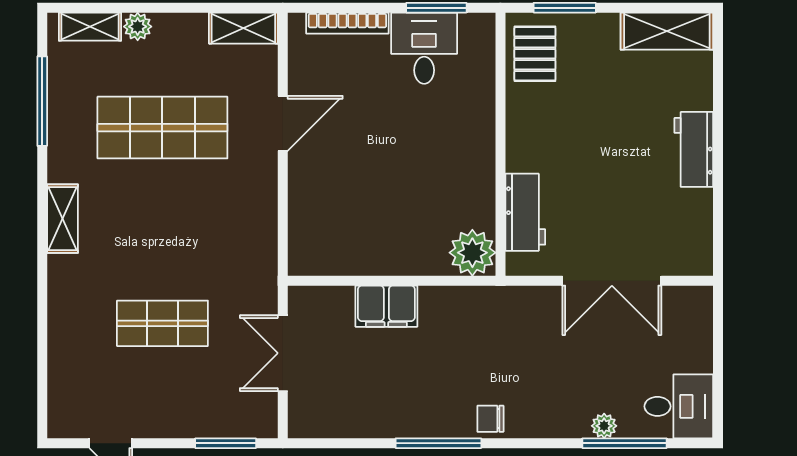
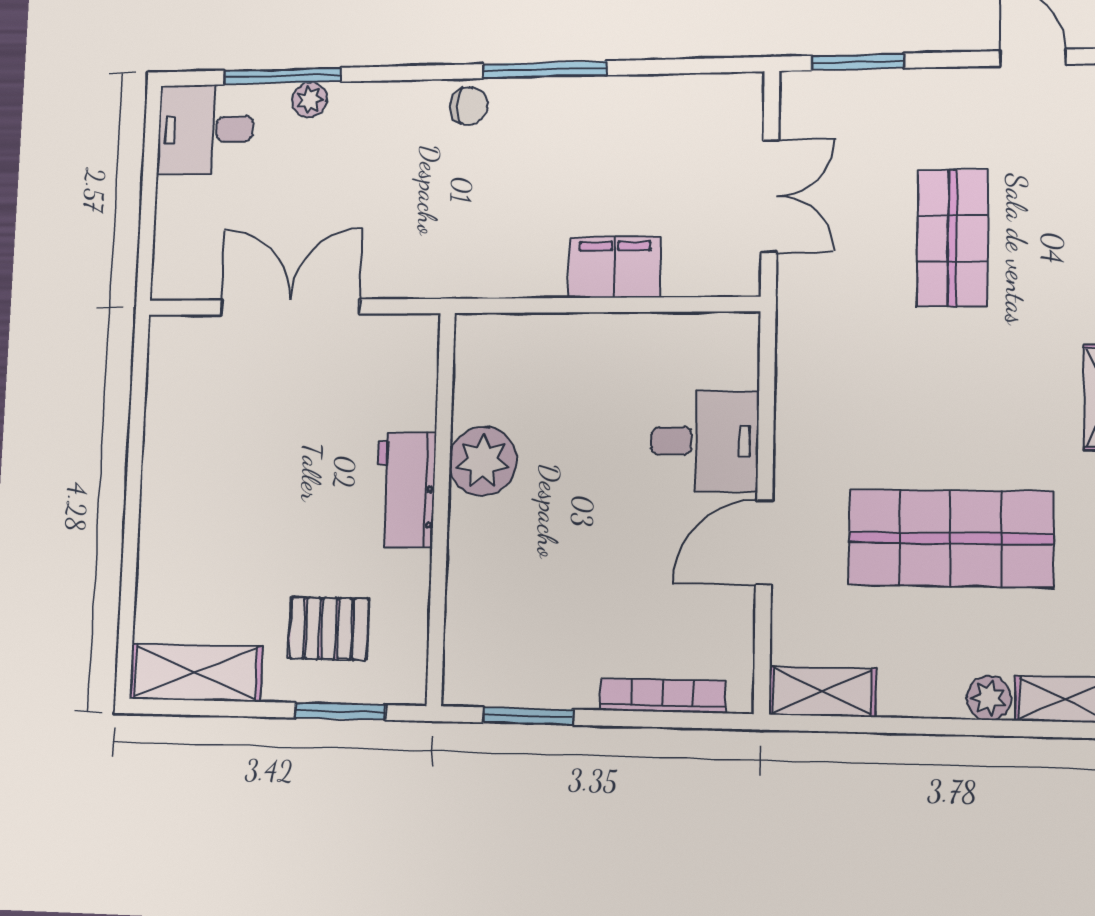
desk: (424, 48) -> (705, 441), moved, turned -90
pallet: (535, 54) -> (329, 628), moved, turned 90
workbench: (694, 149) -> (166, 497), removed
workbench: (525, 212) -> (406, 490), moved
plant: (472, 253) -> (483, 461), moved
shop shelf: (162, 323) -> (952, 238), turned 90

